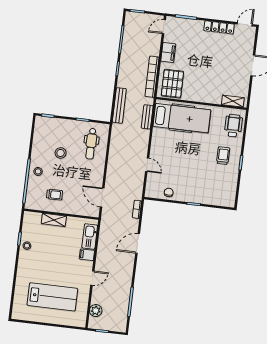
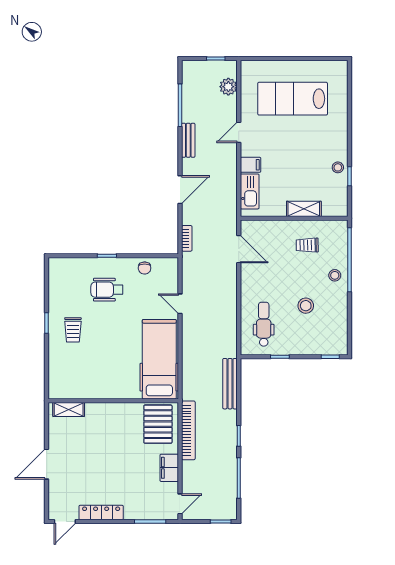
bench: (147, 117) -> (188, 140), moved
hospital bed: (182, 118) -> (159, 359), moved, turned 90
wheelchair: (233, 126) -> (107, 290), moved, turned 90

